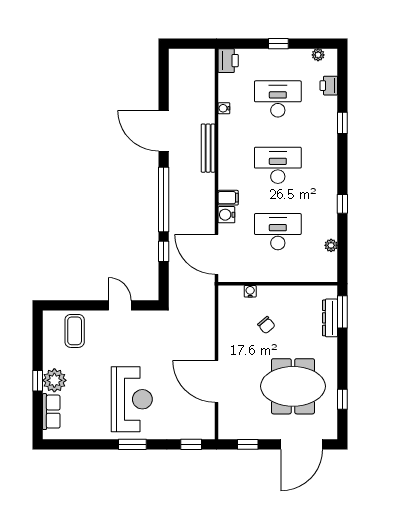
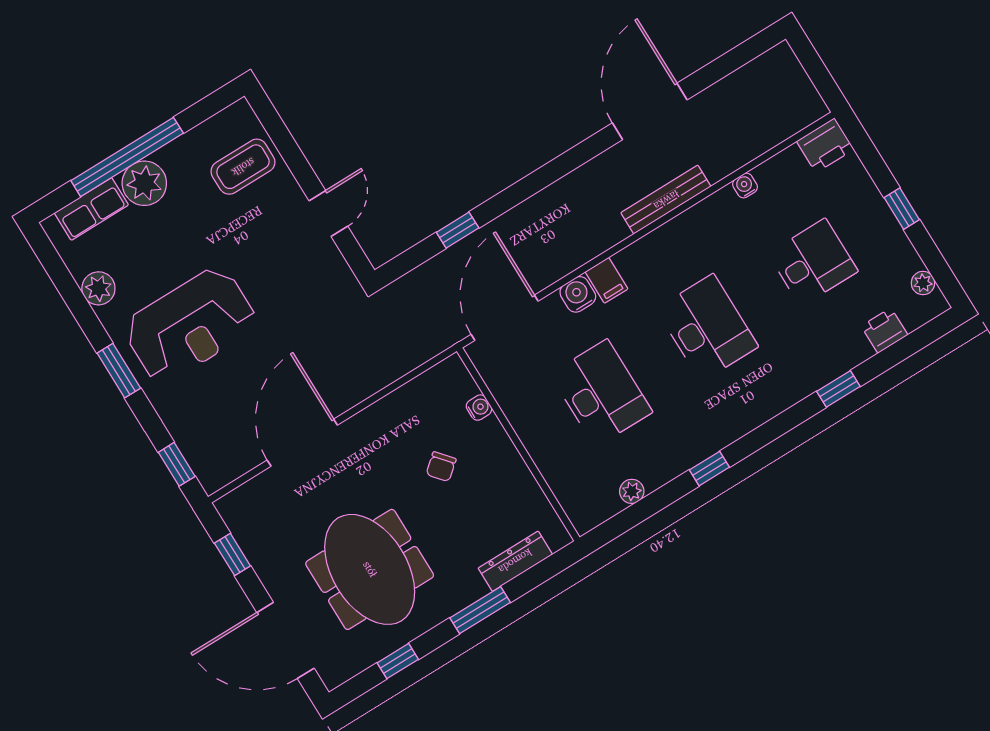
desk: (278, 99) -> (813, 262), width x0.73
window: (164, 200) -> (540, 179), removed
window: (342, 312) -> (480, 610), moved
window: (38, 381) -> (127, 157), width x3.17
plant: (89, 431) -> (98, 288), added

